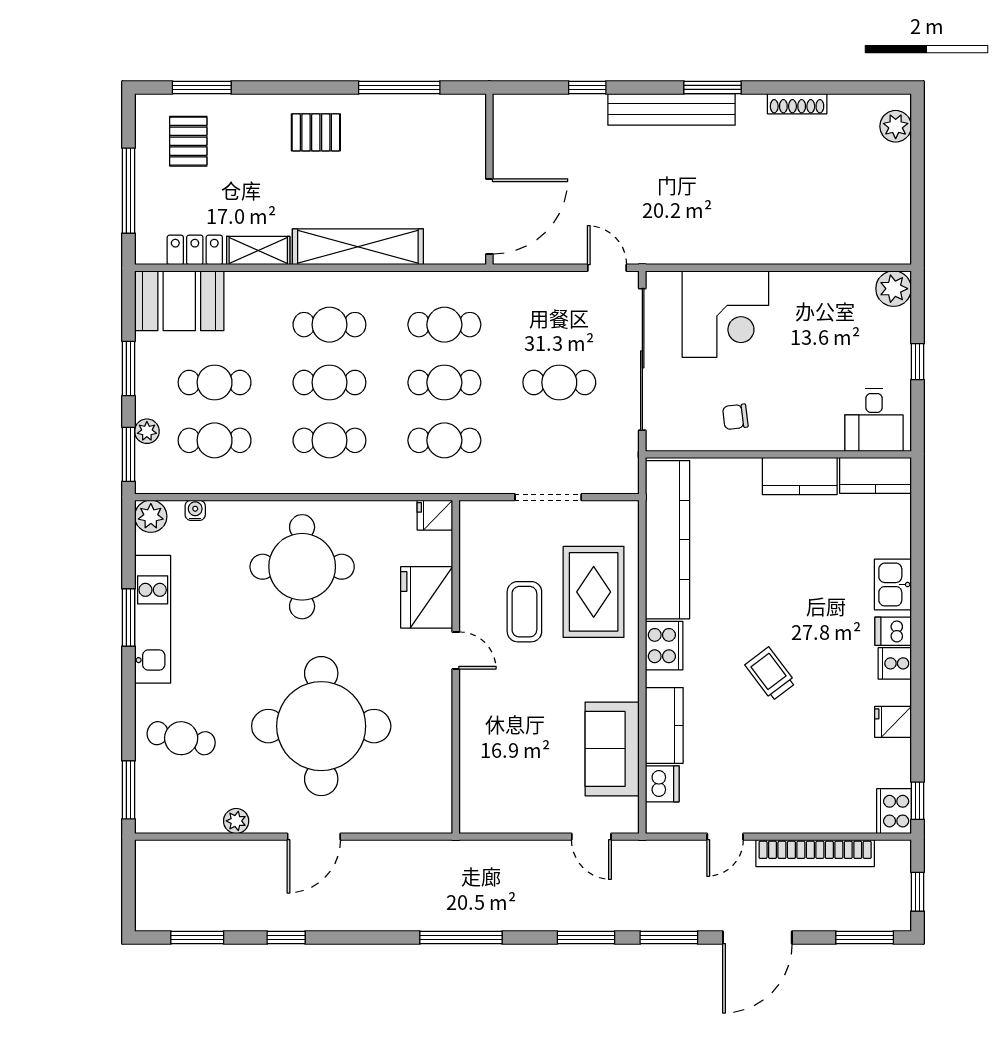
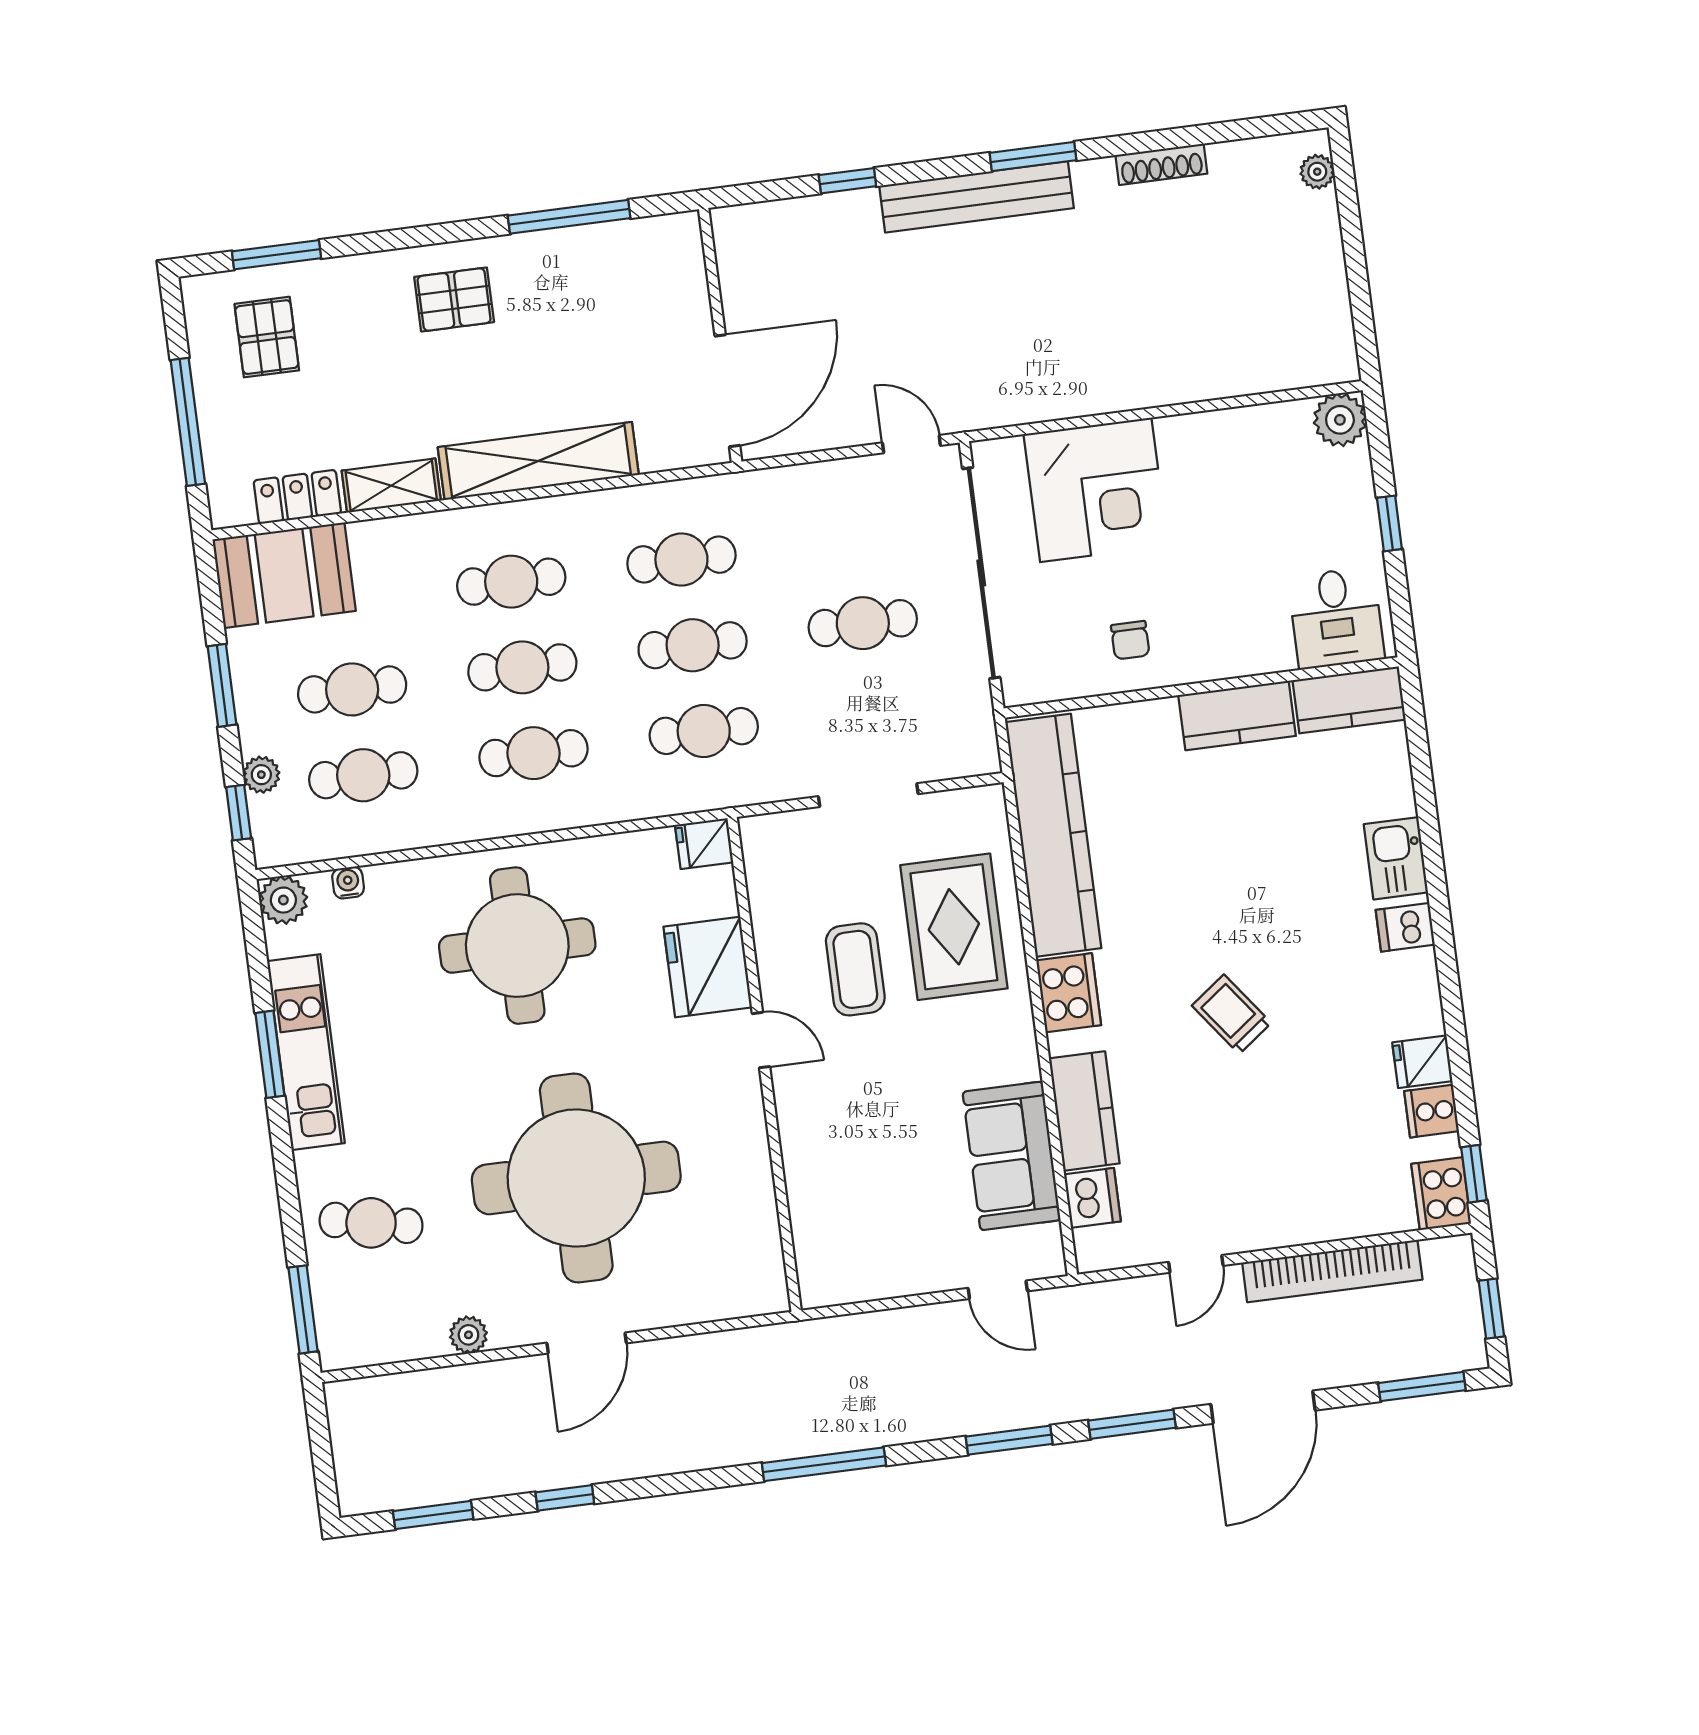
plant: (896, 126) -> (1317, 172), width x0.73, depth x0.73
chair: (735, 417) -> (1130, 640), turned -83
window: (129, 454) -> (239, 813), width x0.67
cooker: (895, 663) -> (1432, 1111), moved

